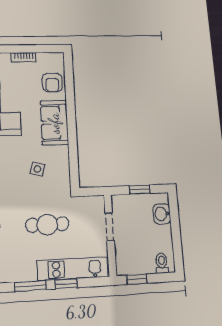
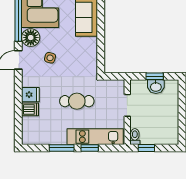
side table: (37, 169) -> (50, 58), moved
washbasin: (162, 214) -> (156, 87), moved, turned -90
toilet: (162, 263) -> (135, 137), moved

